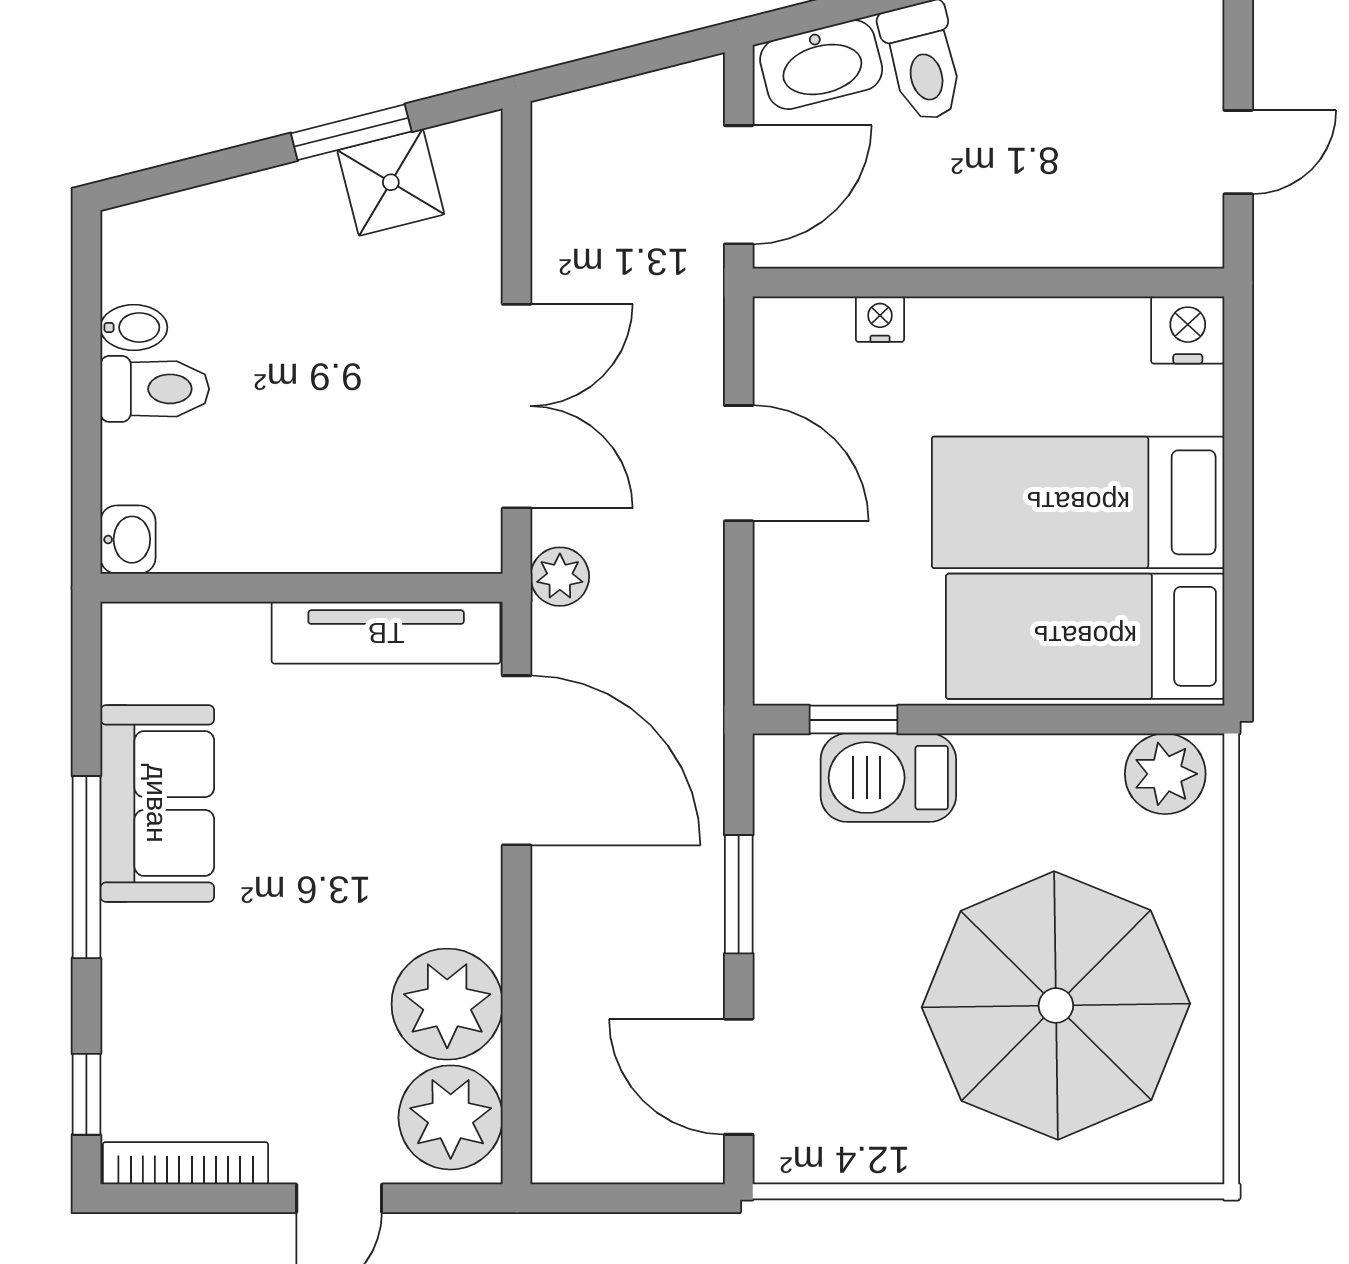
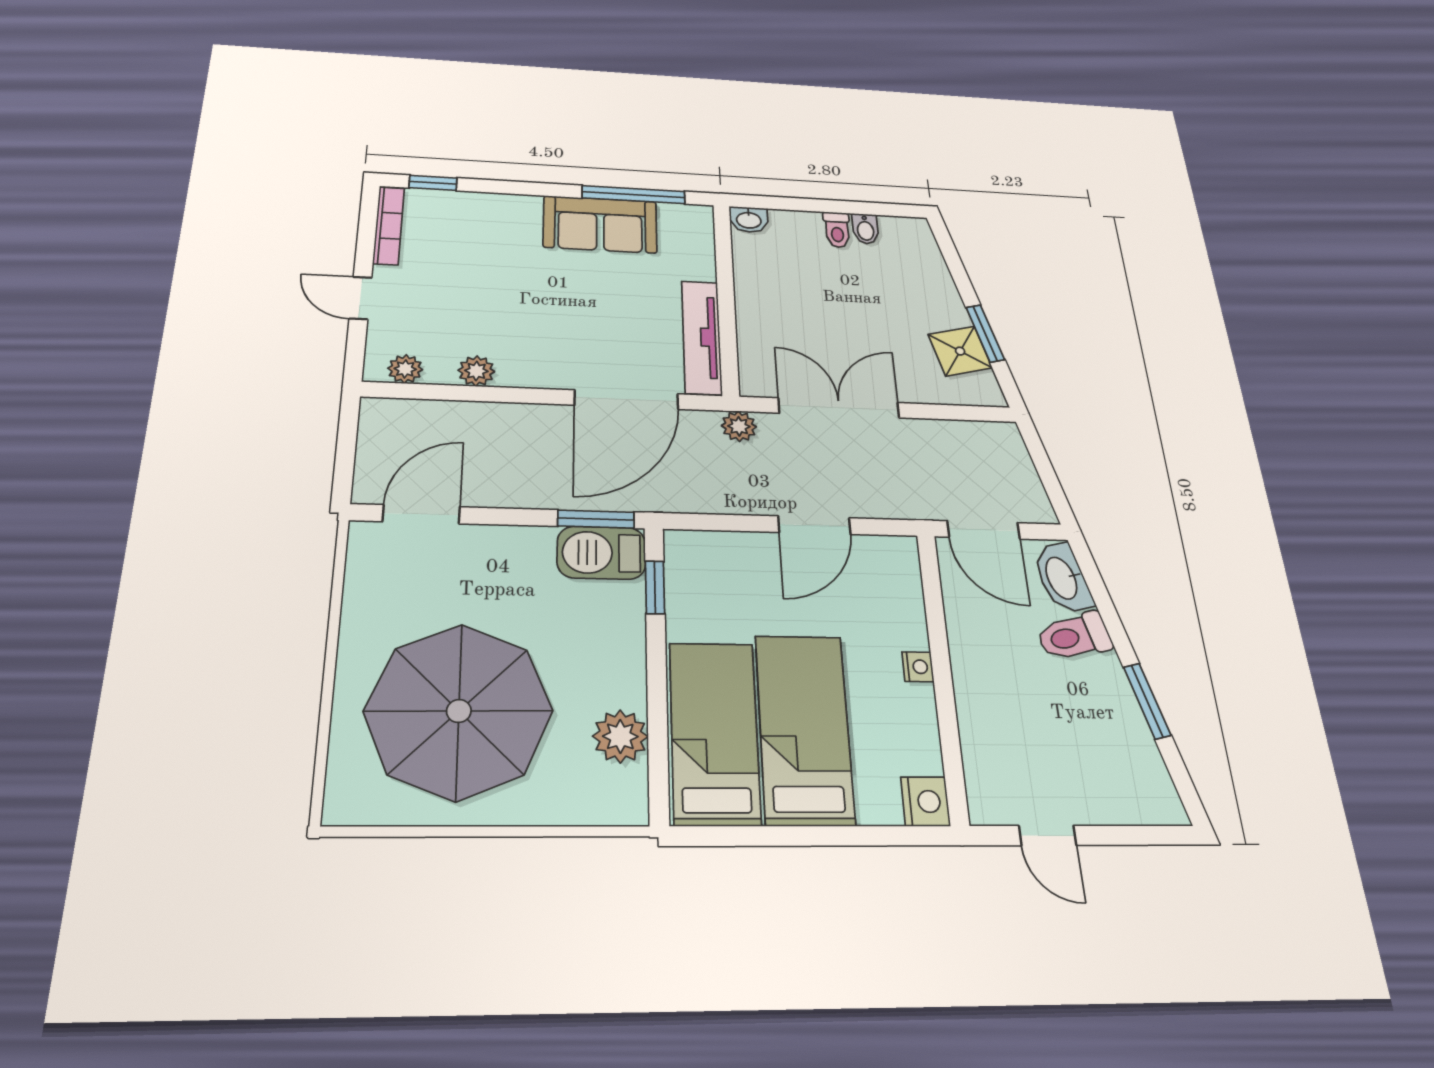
nightstand: (880, 319) -> (918, 667), moved
toilet: (155, 389) -> (837, 230), width x0.73, depth x0.72
double door: (517, 406) -> (839, 408), swing flipped
plant: (1165, 774) -> (620, 736), moved
barbecue: (888, 778) -> (601, 553), moved, turned -90
window: (86, 867) -> (634, 195), moved
window: (739, 894) -> (596, 519), moved
plant: (447, 1004) -> (476, 371), width x0.53, depth x0.53
plant: (451, 1117) -> (405, 369), width x0.53, depth x0.53

